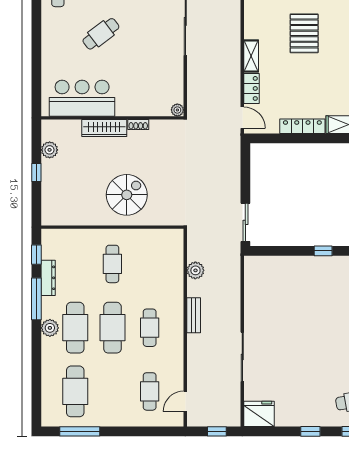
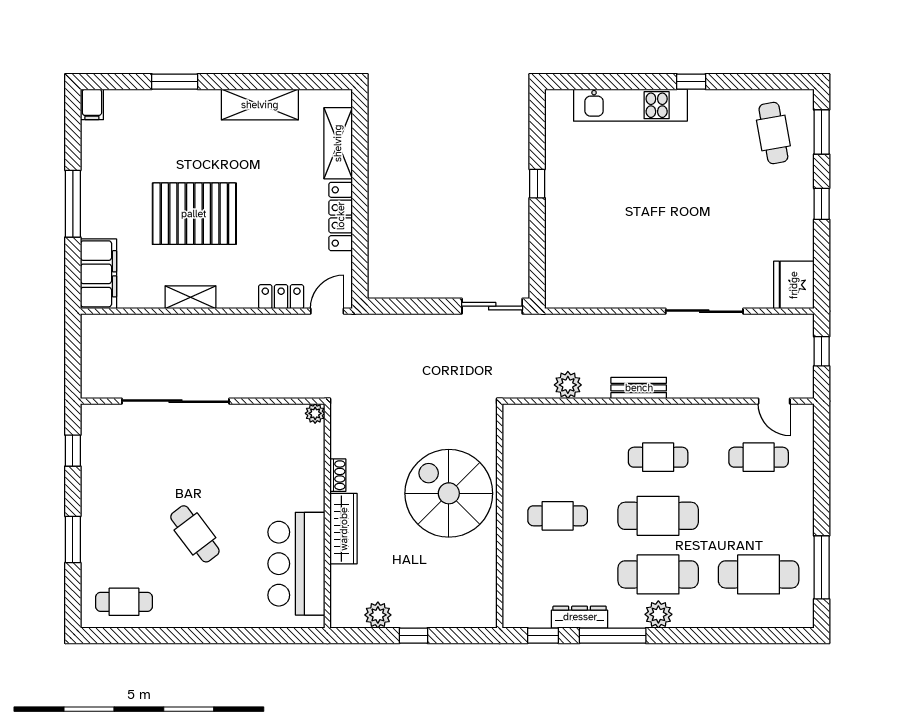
pallet: (304, 33) -> (194, 214), width x1.37, depth x1.41
shelving: (251, 56) -> (190, 297), moved
spiral stairs: (127, 195) -> (449, 493), width x1.37, depth x1.37

